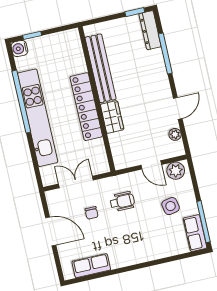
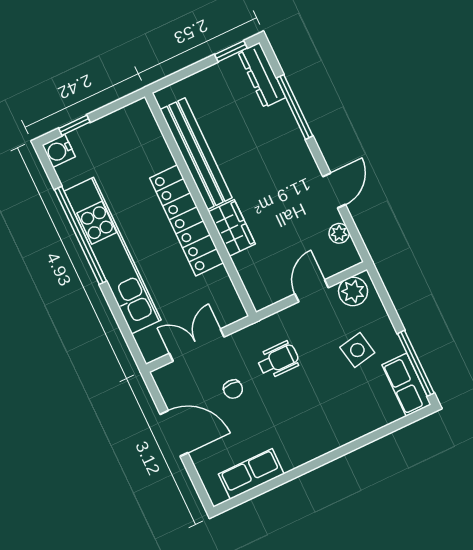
door: (151, 165) -> (312, 291), swing flipped

